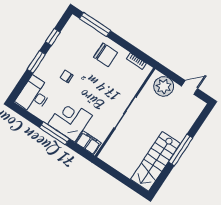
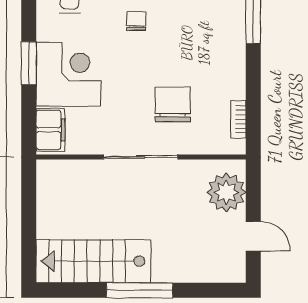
chair: (106, 55) -> (173, 105), moved, turned 180
window: (54, 133) -> (29, 63), width x0.69

